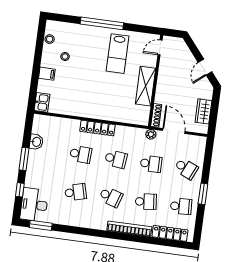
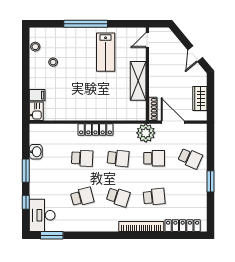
filing cabinet: (47, 74) -> (37, 95), moved
plant: (151, 134) -> (146, 133), width x1.87, depth x1.87
school desk: (181, 206) -> (190, 197), removed

